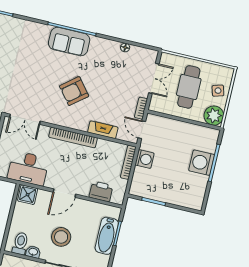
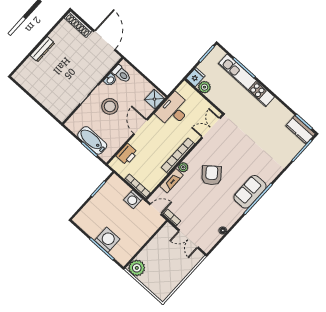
cafe table: (189, 87) -> (168, 261), removed
side table: (218, 91) -> (153, 281), removed
plant: (82, 125) -> (183, 167), added

